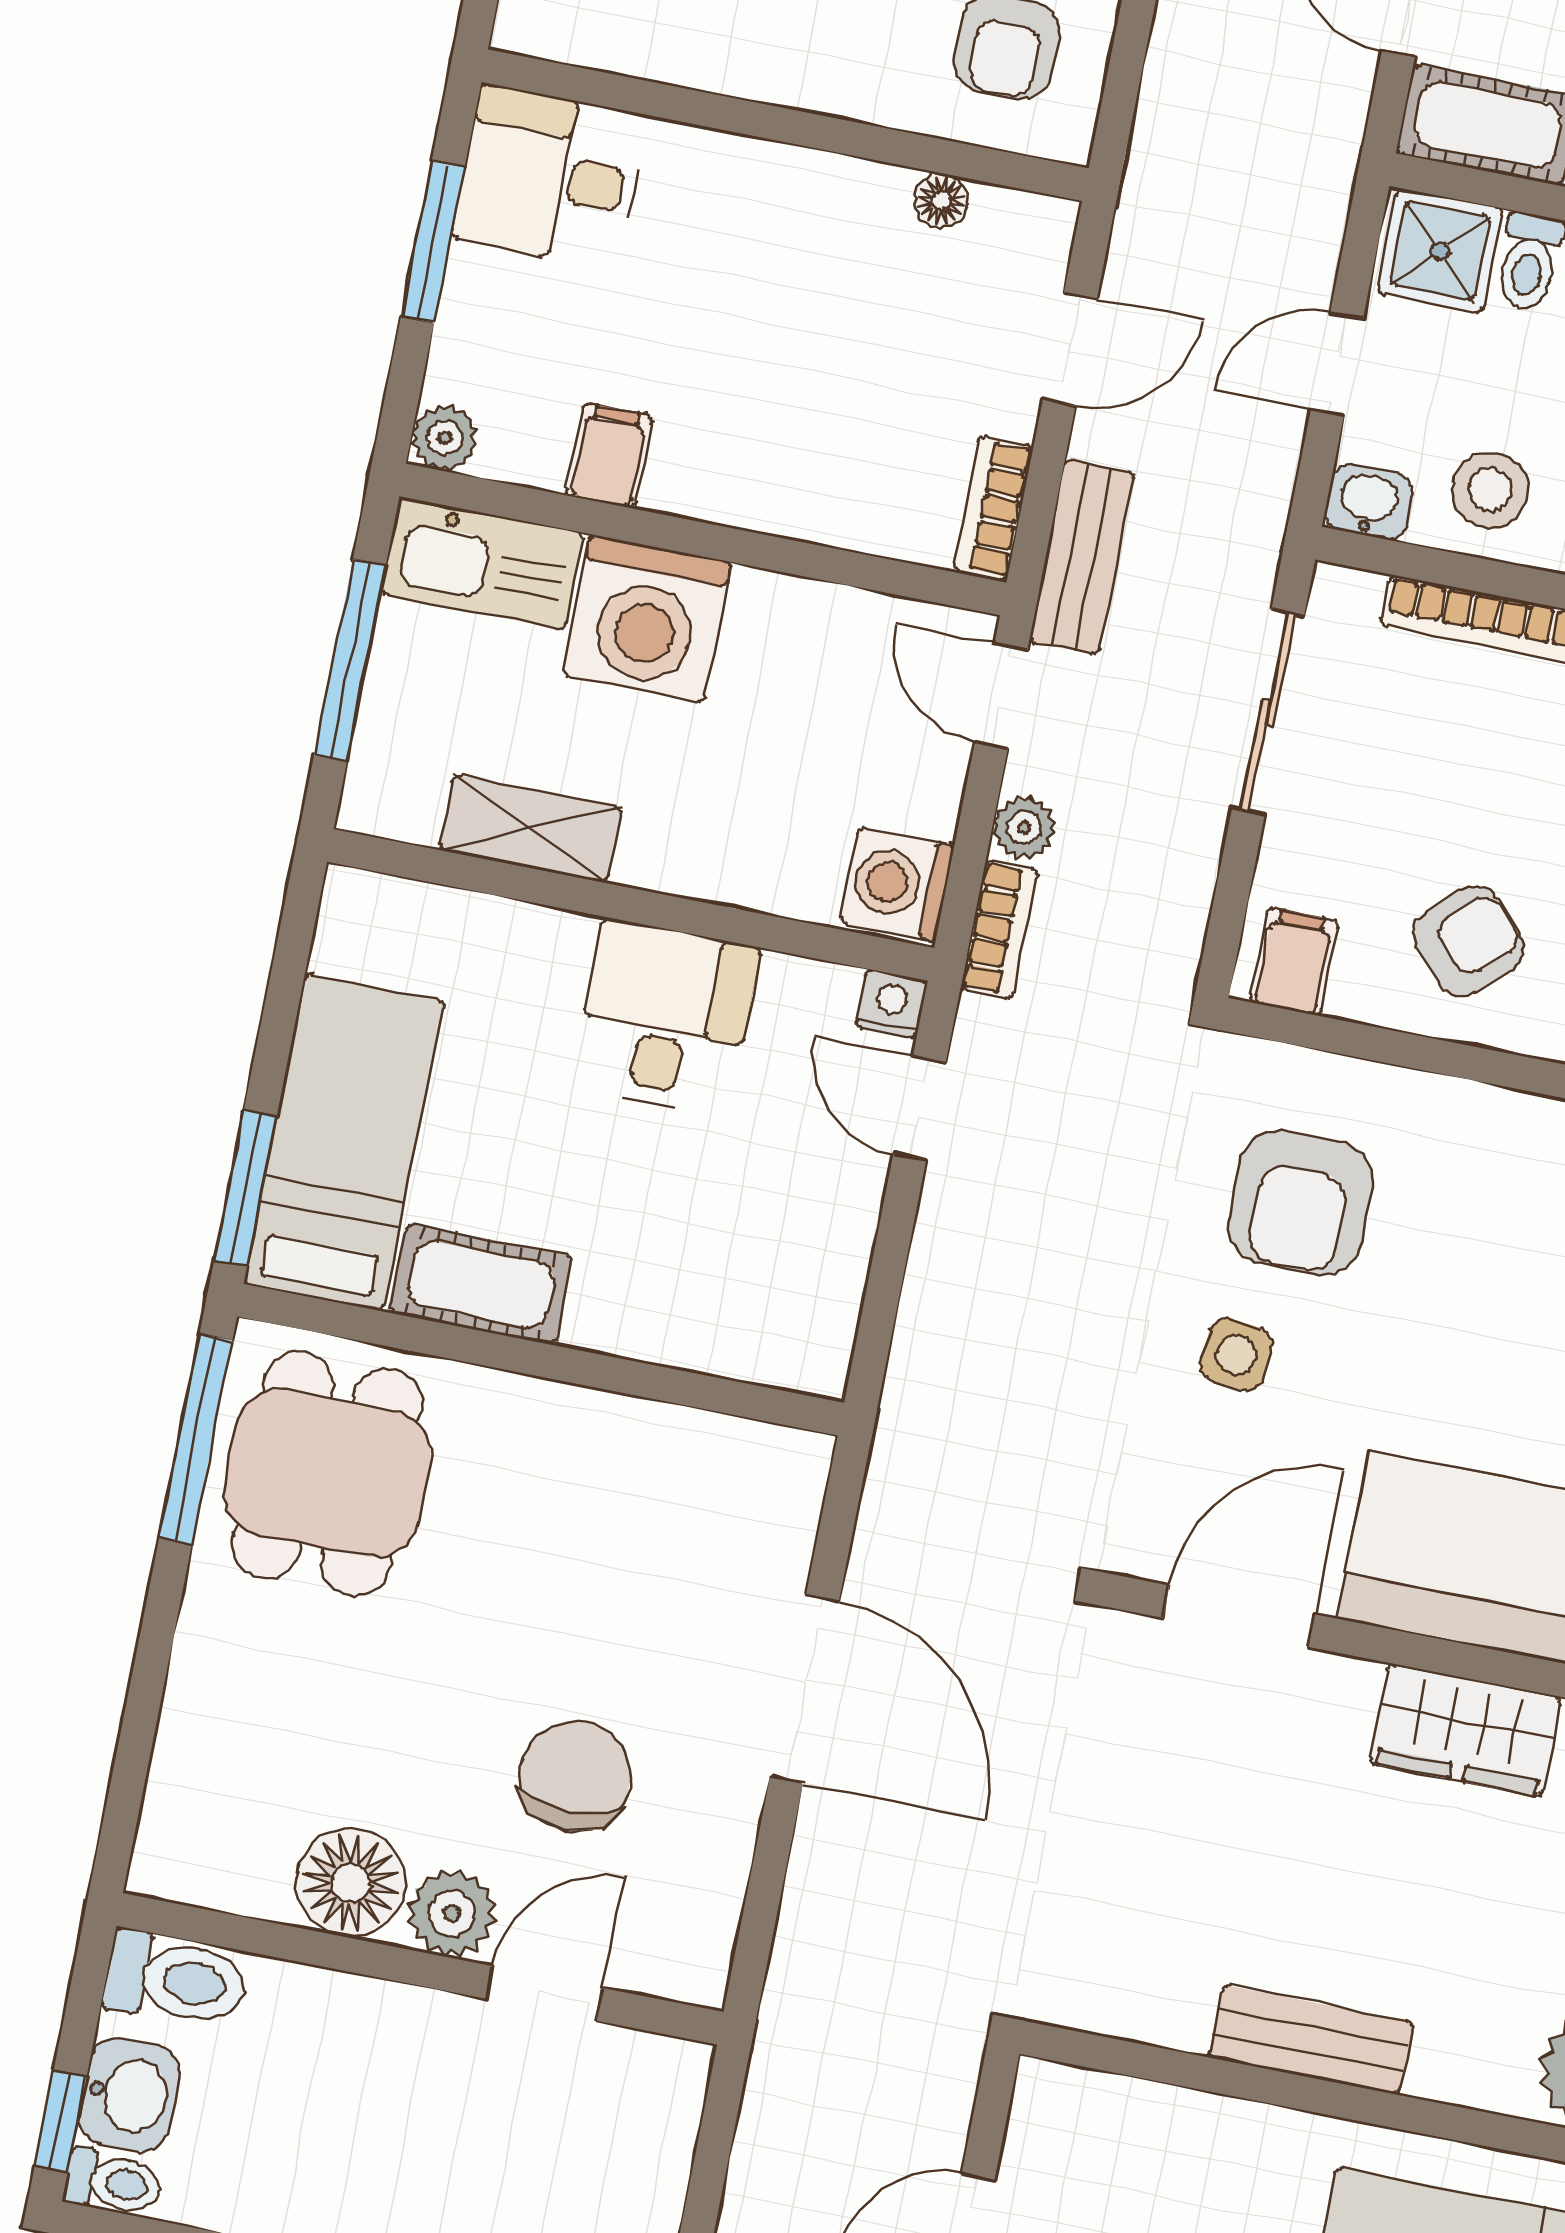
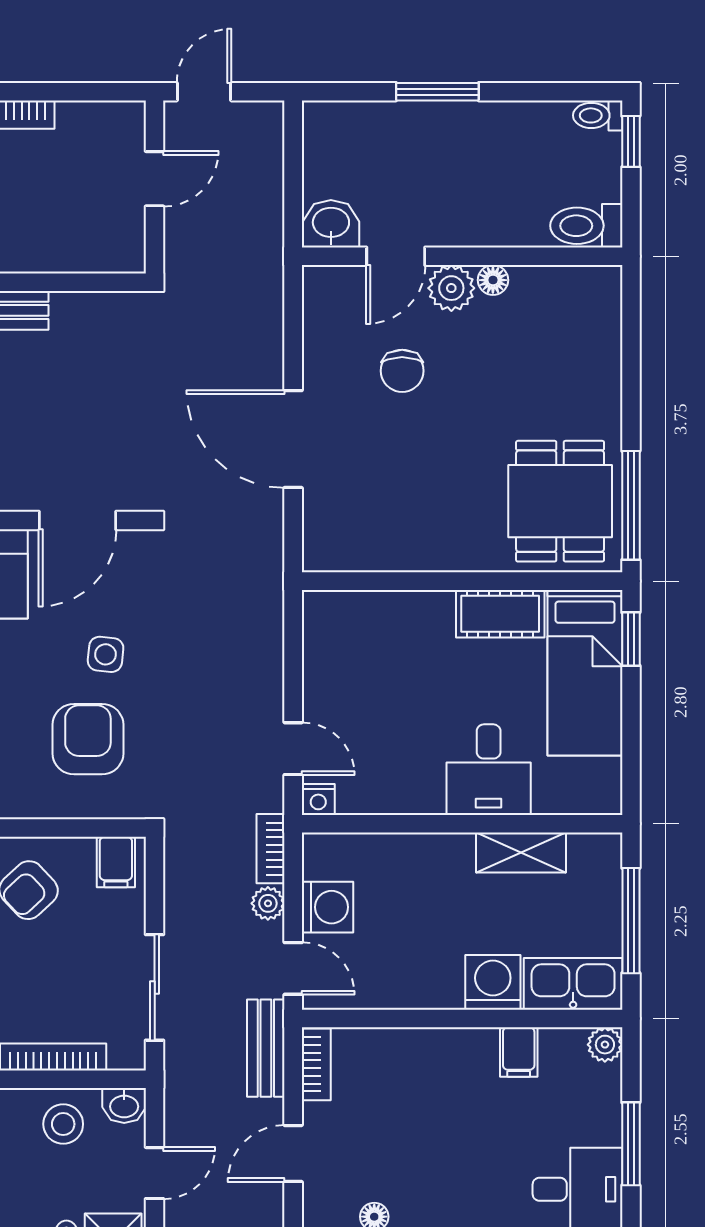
washing machine: (647, 619) -> (493, 982), width x0.73, depth x0.73
washing machine: (897, 884) -> (327, 907), moved
desk: (666, 1017) -> (489, 770), moved
window: (245, 1188) -> (631, 639), width x0.67
chair: (575, 1776) -> (402, 371), width x0.73, depth x0.73
floor lamp: (351, 1883) -> (493, 280), width x0.53, depth x0.53
washbasin: (129, 2095) -> (331, 224), moved, turned 90

